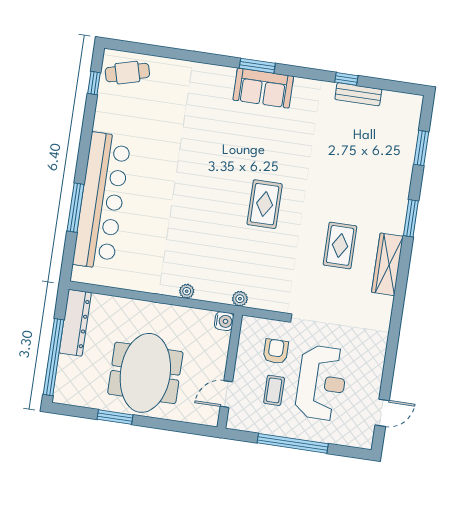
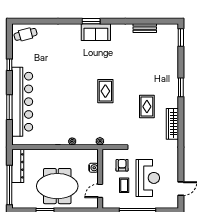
window: (346, 79) -> (138, 21), removed
window: (94, 83) -> (9, 65), moved
window: (421, 148) -> (181, 38), moved
wardrobe: (387, 264) -> (172, 124), moved
water cooler: (224, 321) -> (93, 168), moved
meeting table: (145, 373) -> (57, 186), turned 90

